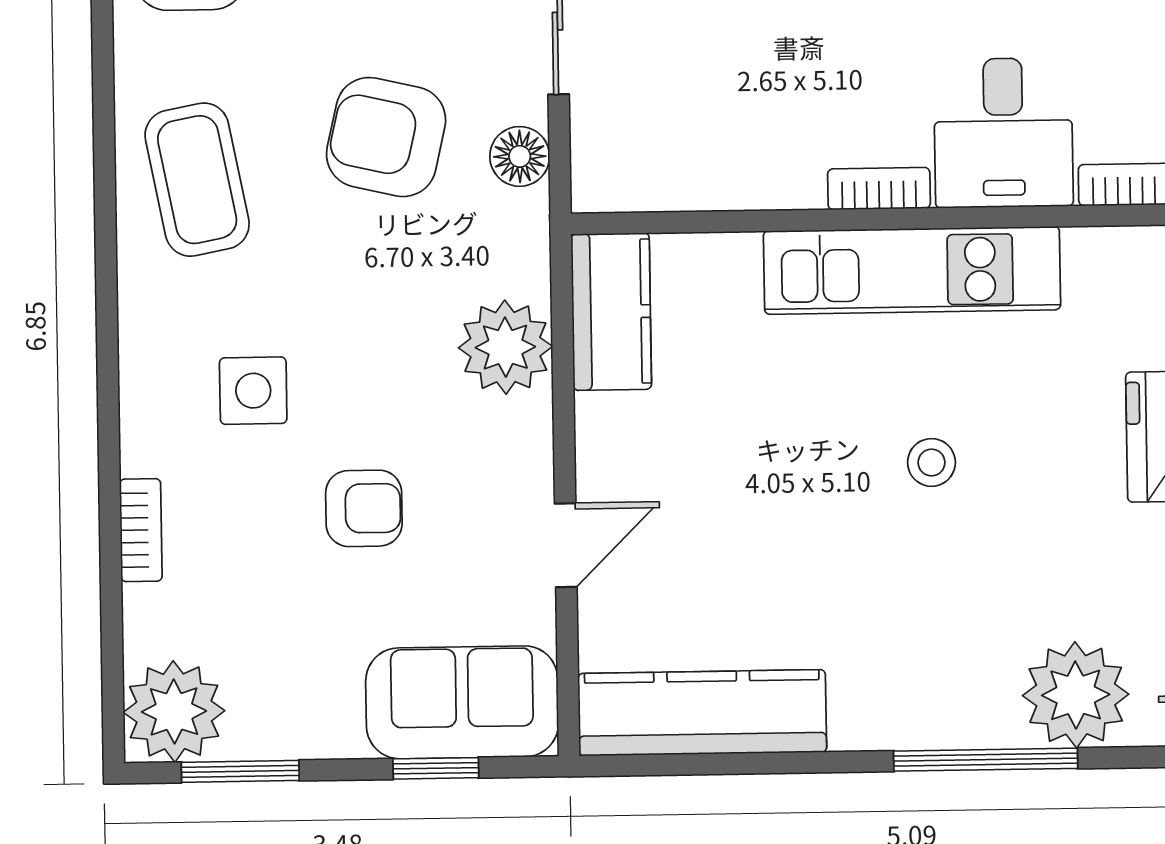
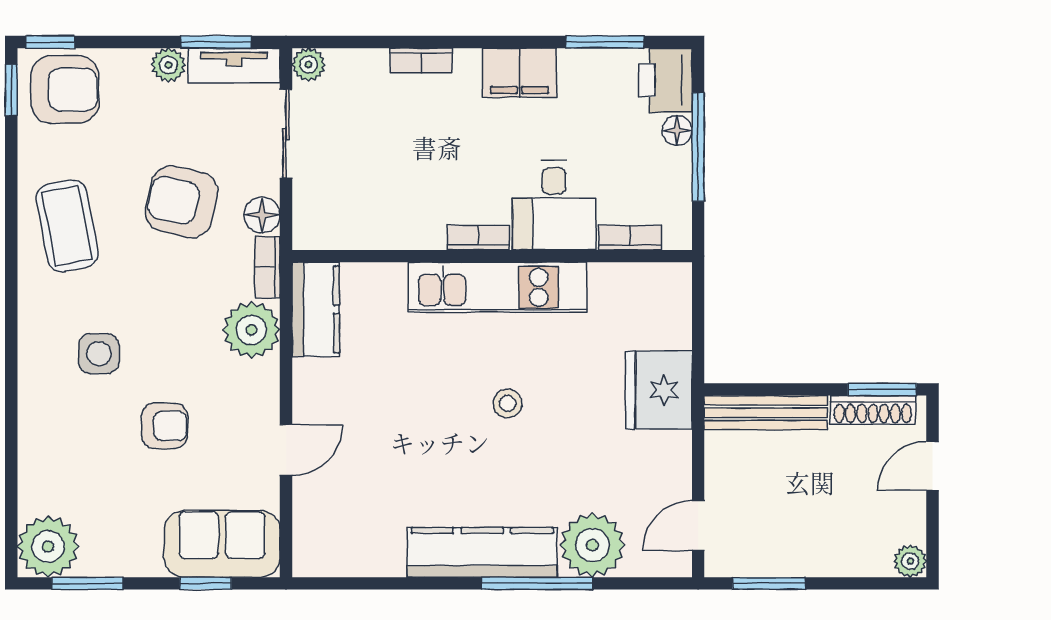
bookcase: (141, 530) -> (268, 267), moved, turned 180
kitchen counter: (702, 713) -> (482, 552), moved

